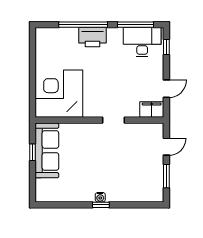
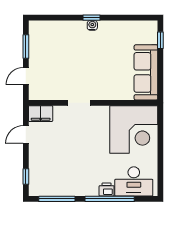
printer: (92, 37) -> (107, 190), width x0.53, depth x0.68
desk: (142, 42) -> (134, 181), moved
window: (32, 152) -> (160, 40), moved

